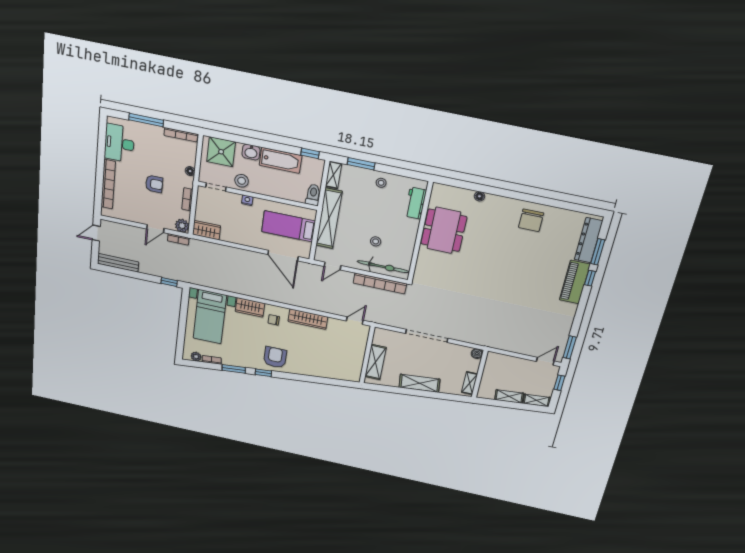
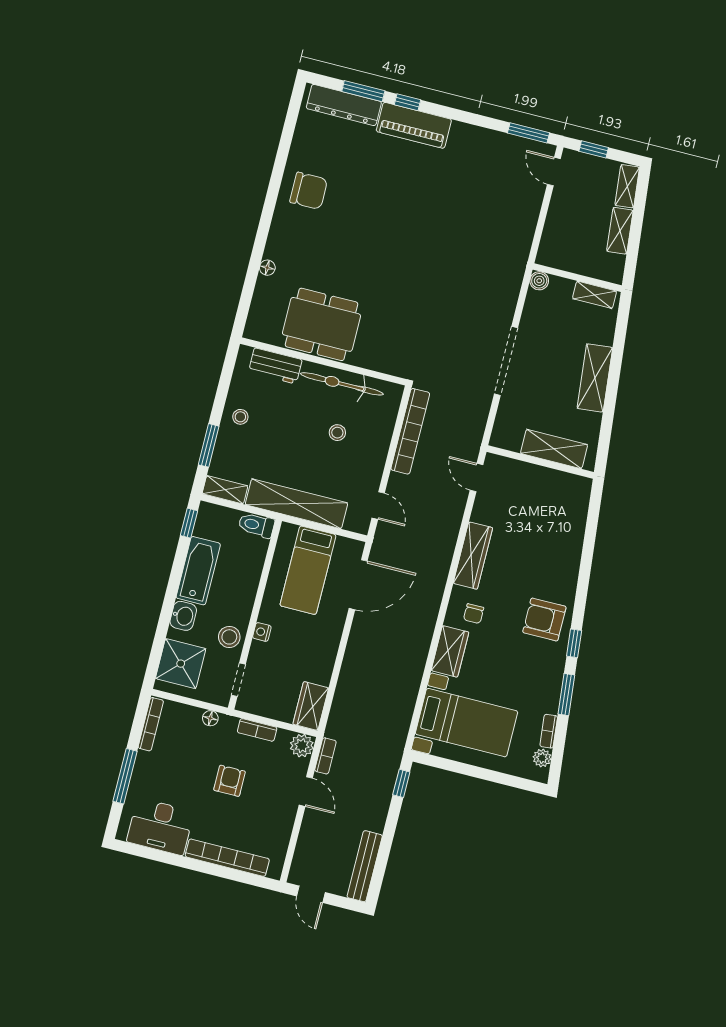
bicycle: (383, 267) -> (342, 384), moved, turned -90

